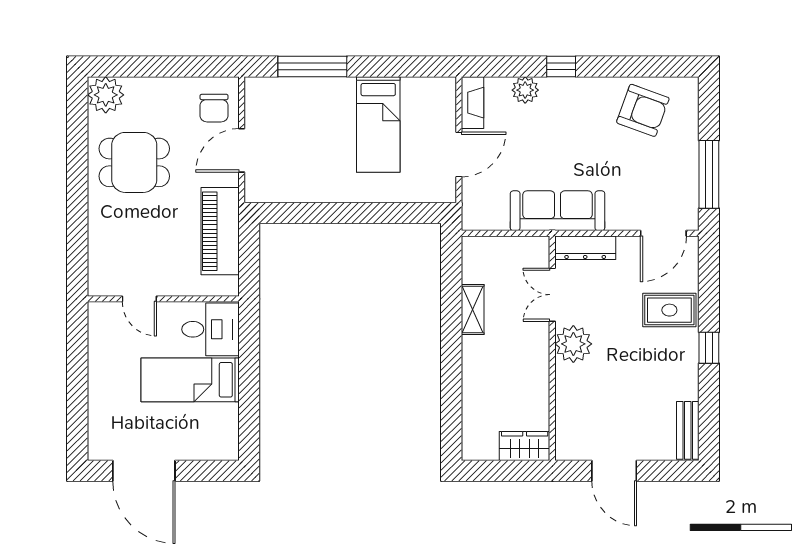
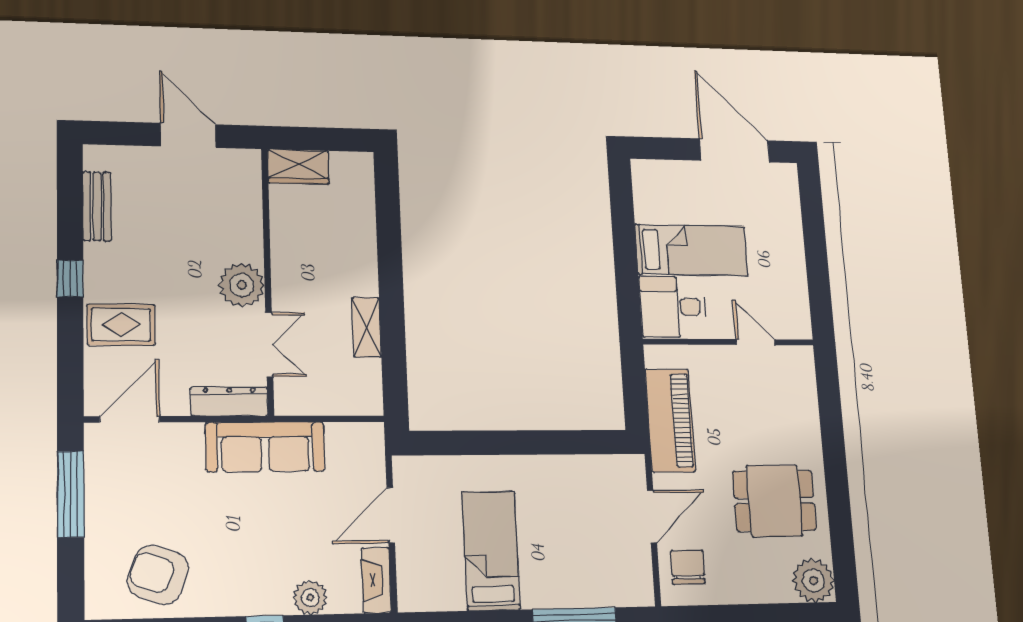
bench: (688, 430) -> (97, 206), moved

